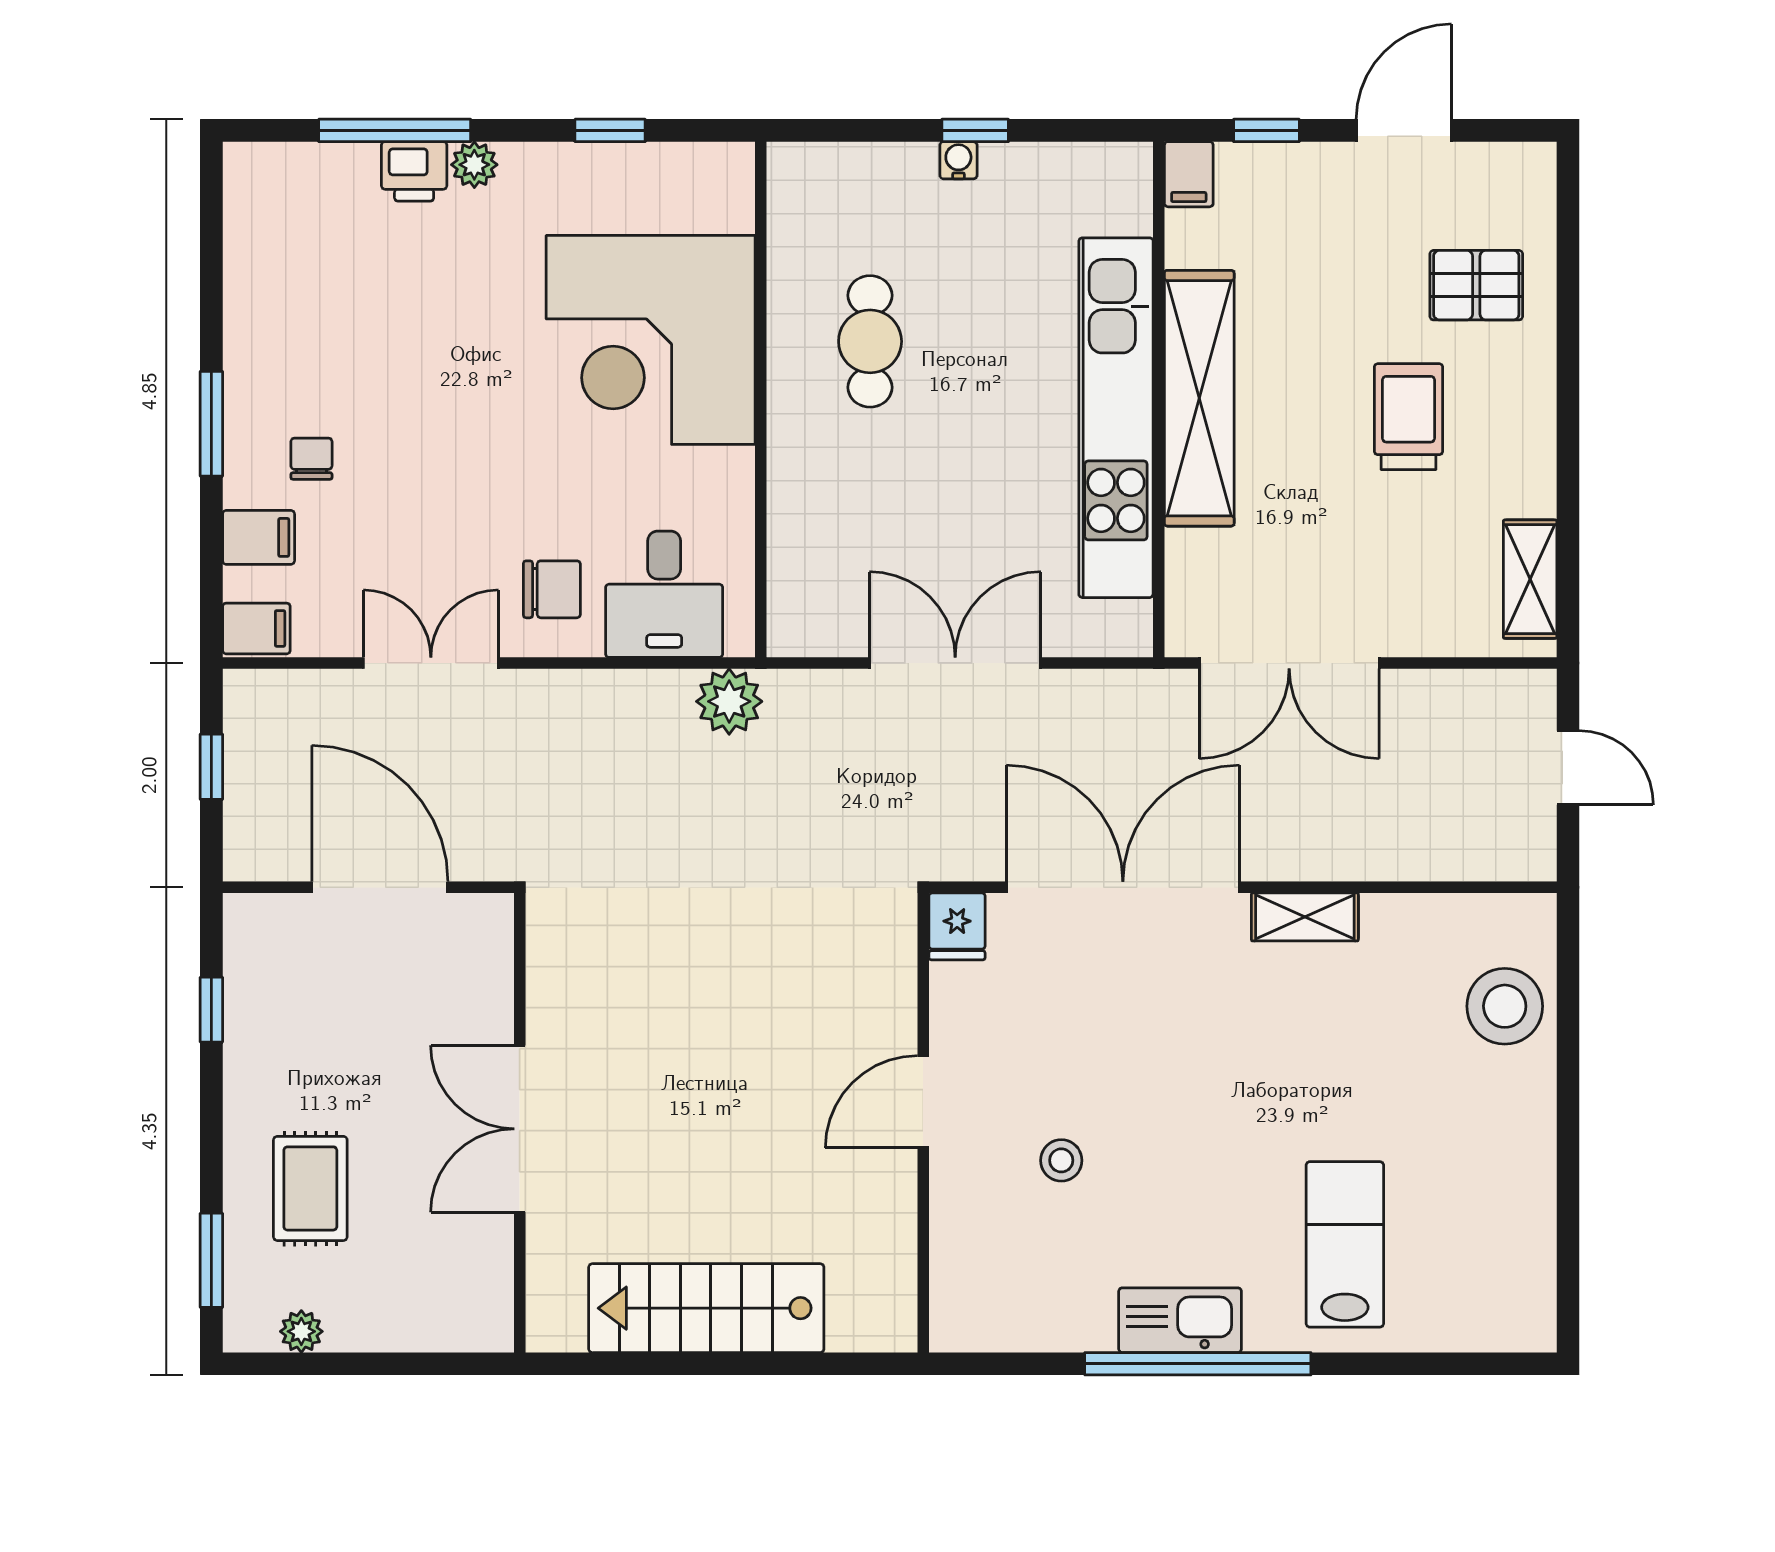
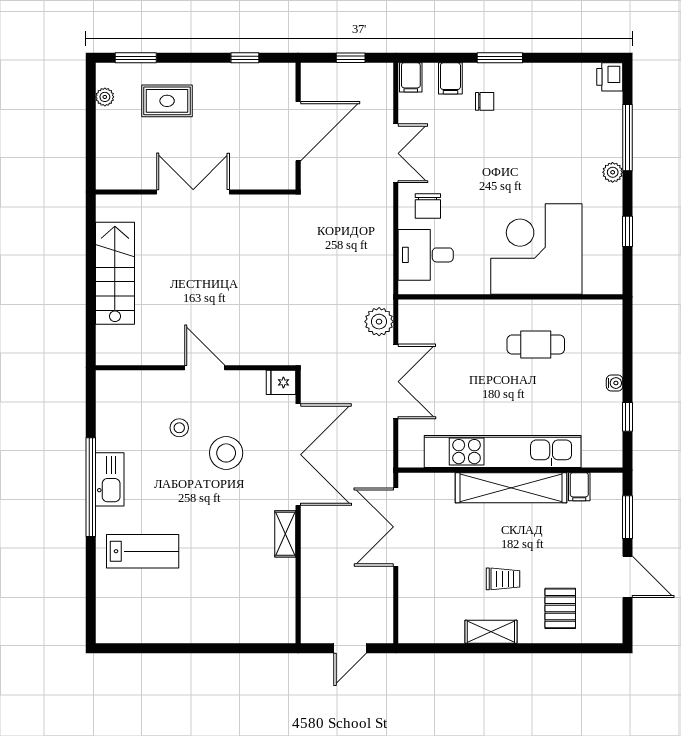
window: (975, 130) -> (628, 417), moved
window: (1266, 130) -> (628, 517), width x1.50
printer: (414, 171) -> (610, 77), moved
filing cabinet: (1189, 174) -> (579, 487), moved, turned -90
trolley: (1409, 417) -> (503, 579), width x0.73, depth x0.72
shelving: (1530, 579) -> (491, 632), moved
plant: (729, 701) -> (379, 322), moved
stool: (1505, 1006) -> (226, 453), moved

